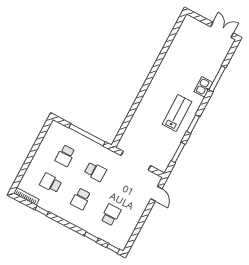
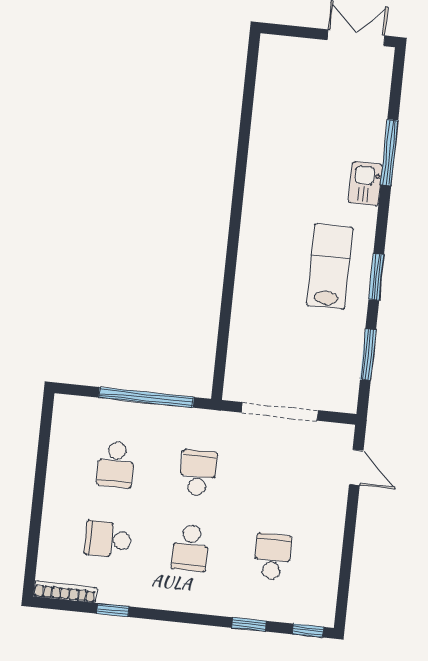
school desk: (95, 172) -> (198, 473), turned -90

